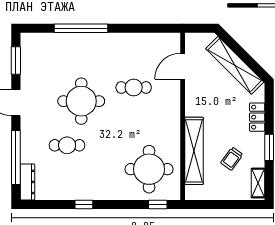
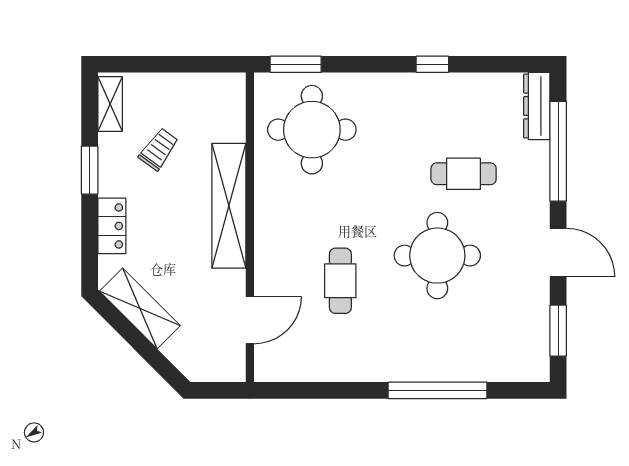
shelving: (235, 65) -> (140, 308), width x0.68
cafe table: (134, 87) -> (340, 281), turned 90
shelving: (194, 151) -> (229, 206), moved
window: (158, 205) -> (296, 64), width x1.50

